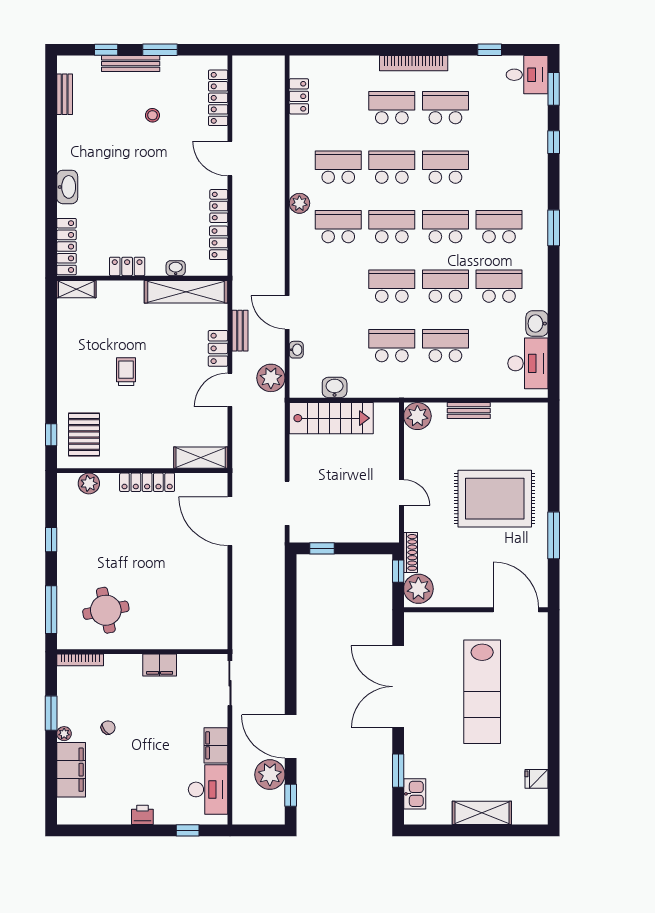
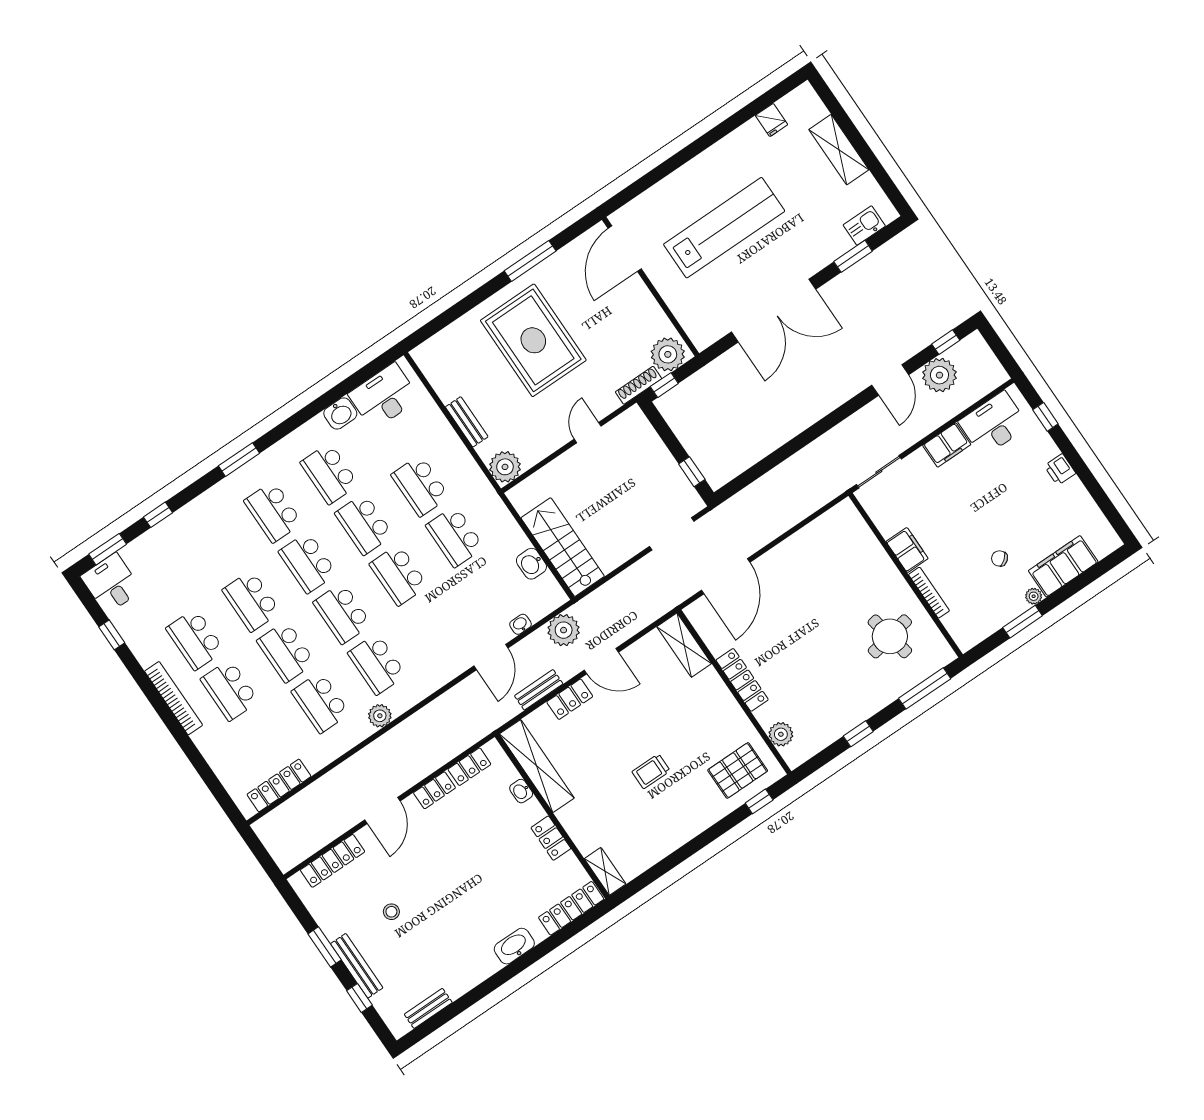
locker: (299, 96) -> (279, 785), width x1.53
bookcase: (80, 660) -> (929, 593), moved
door: (291, 737) -> (890, 380), width x0.73

